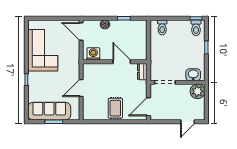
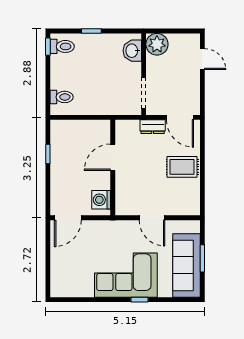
boiler: (105, 24) -> (57, 182), removed
corner sofa: (43, 50) -> (126, 275), moved
dresser: (142, 72) -> (153, 127), moved

